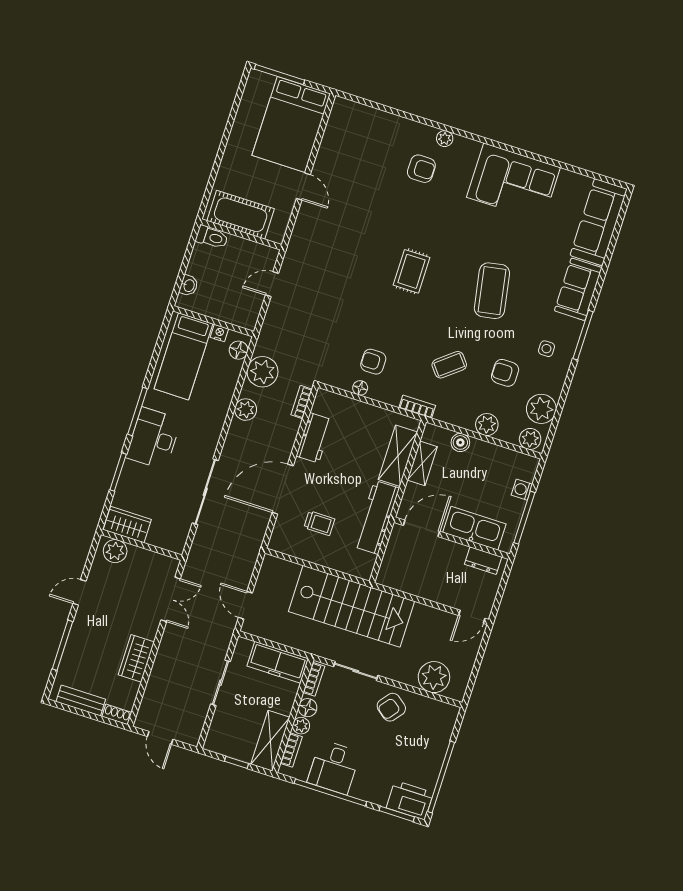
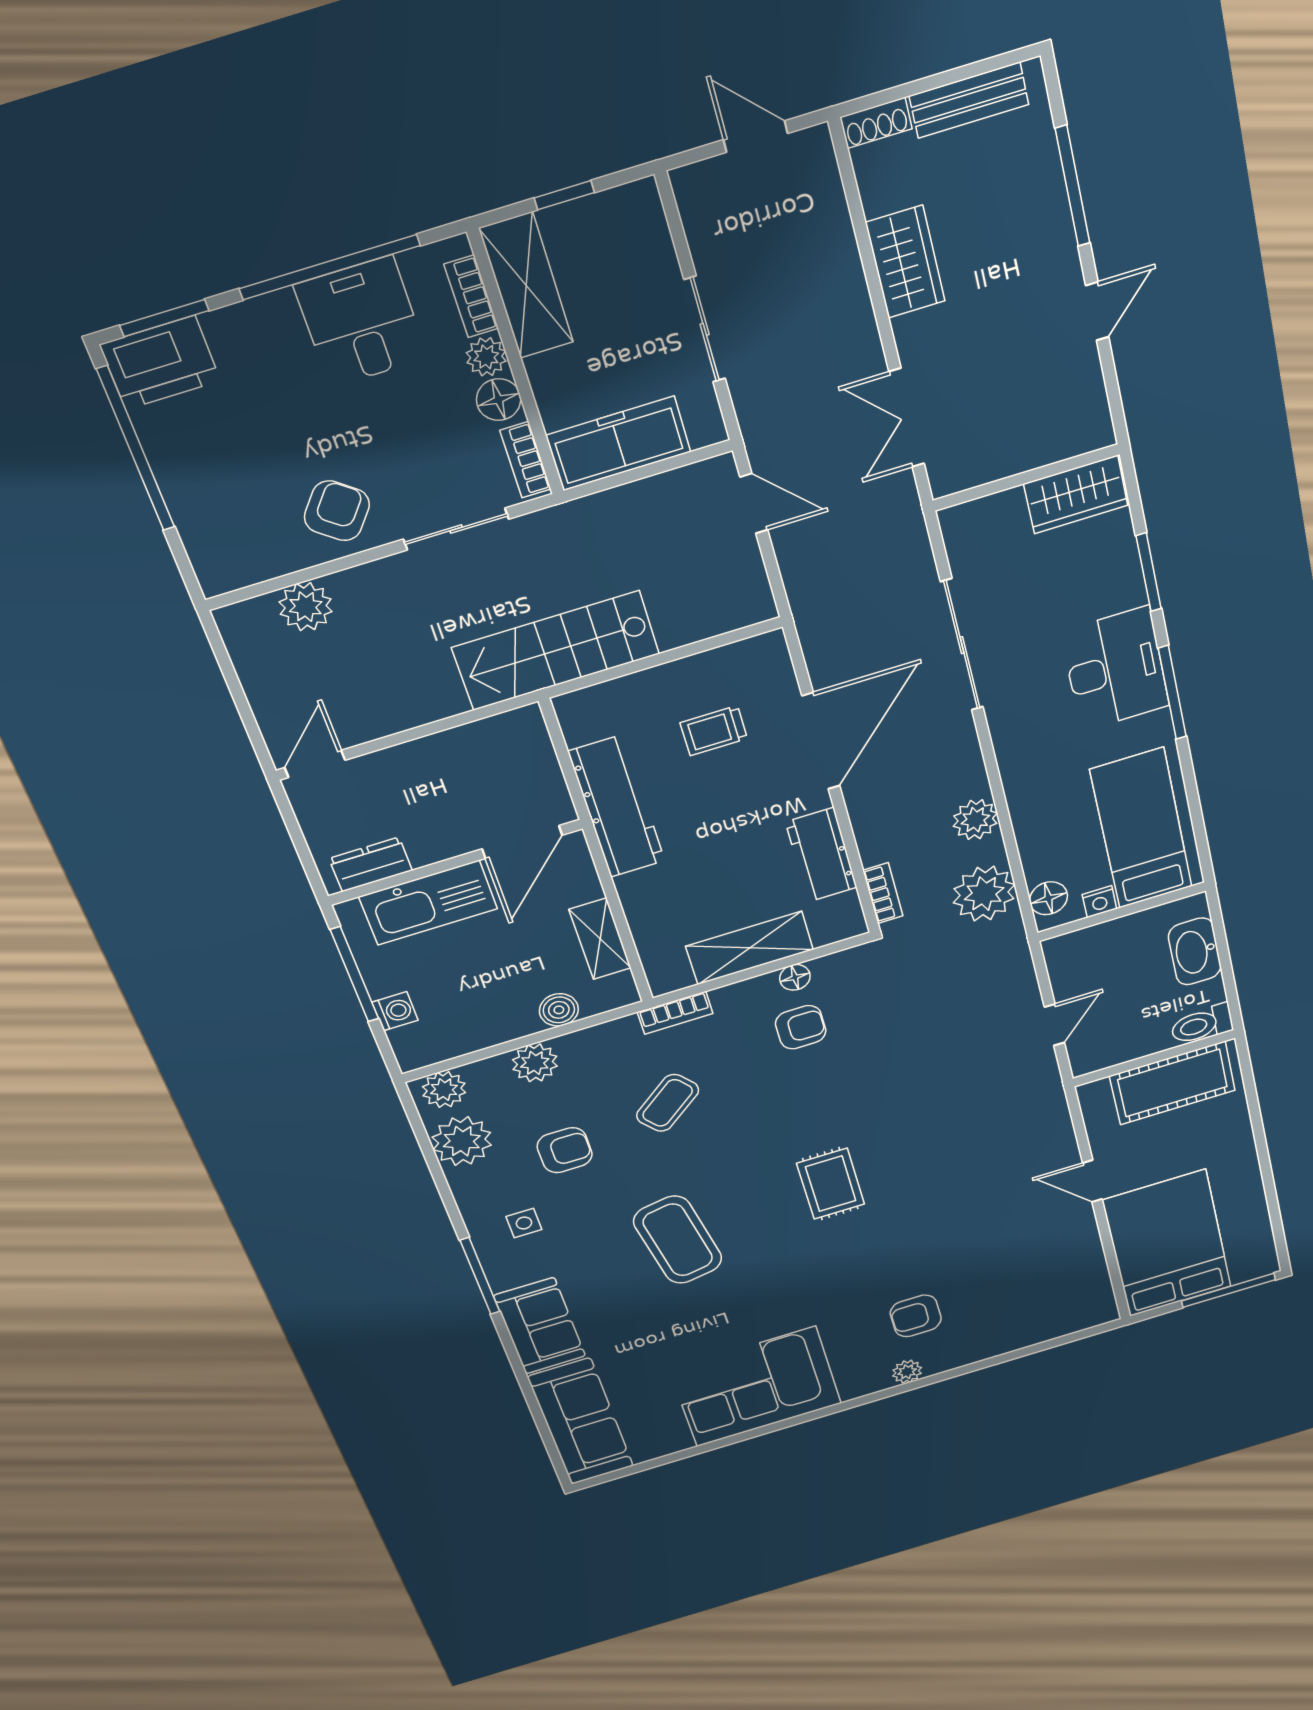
washbasin: (189, 285) -> (1195, 951), width x1.91, depth x1.45
shelving: (398, 456) -> (750, 948), moved, turned 90
plant: (115, 551) -> (1071, 433), removed
stairs: (352, 606) -> (556, 651), width x0.73, depth x0.66
plant: (434, 677) -> (306, 607), width x0.73, depth x0.73

